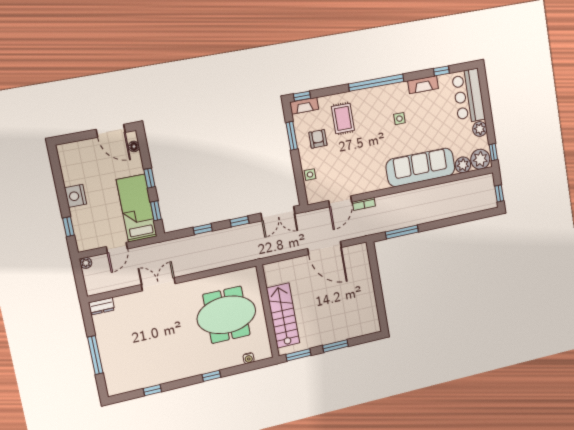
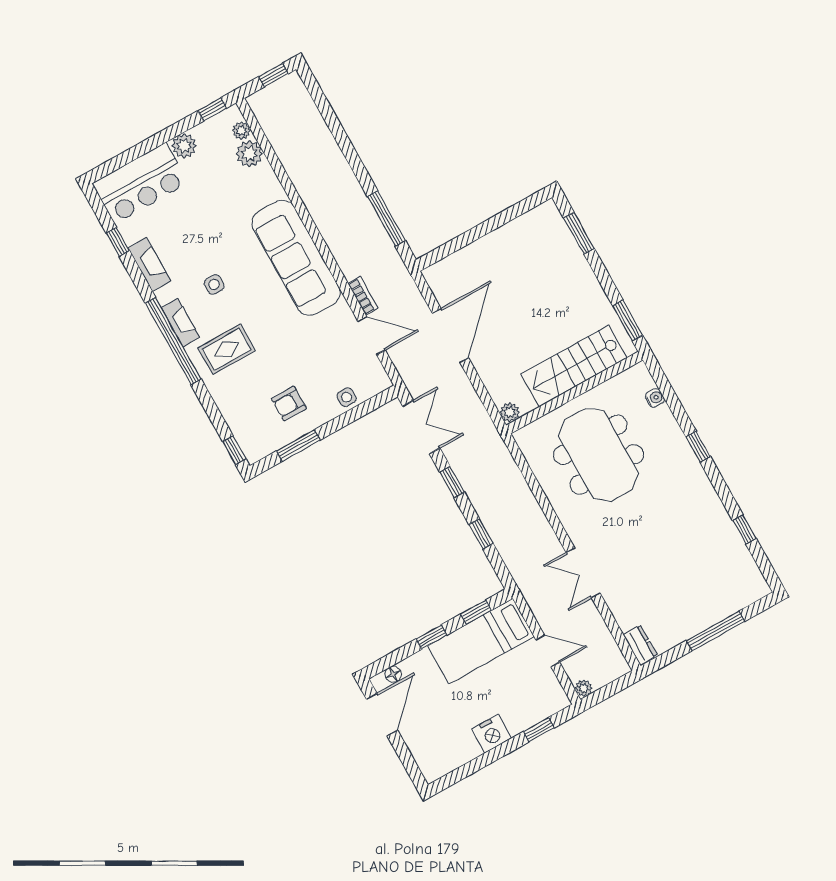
fireplace: (304, 106) -> (180, 323), moved
rug: (343, 118) -> (227, 349), moved
plant: (480, 159) -> (241, 131), width x0.53, depth x0.53
sofa: (421, 167) -> (296, 258), moved
plant: (269, 269) -> (510, 412), added
window: (335, 346) -> (579, 233), moved

